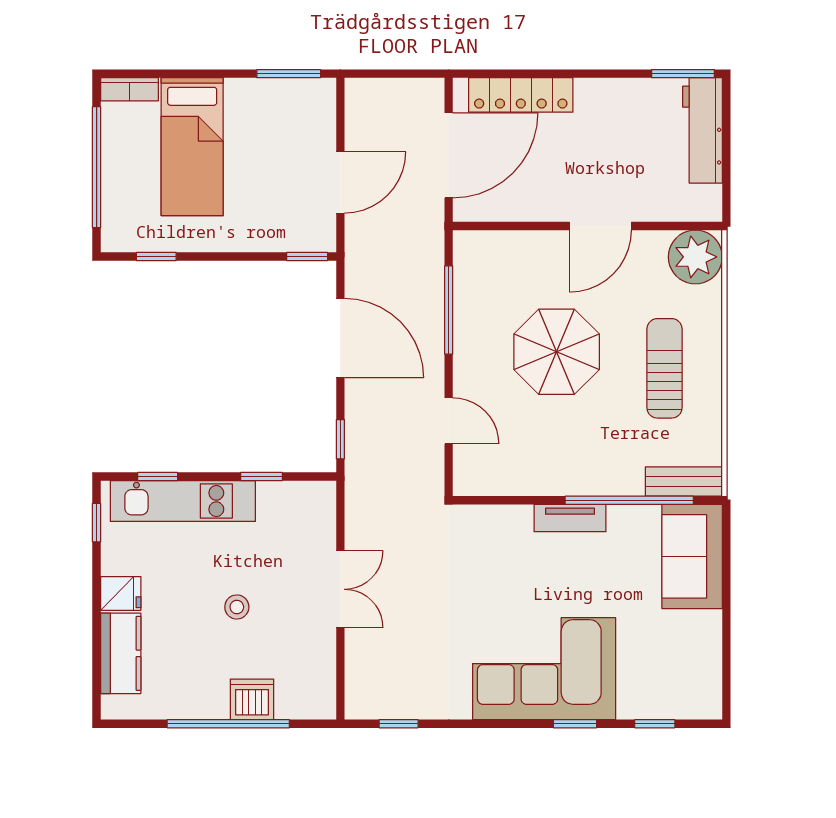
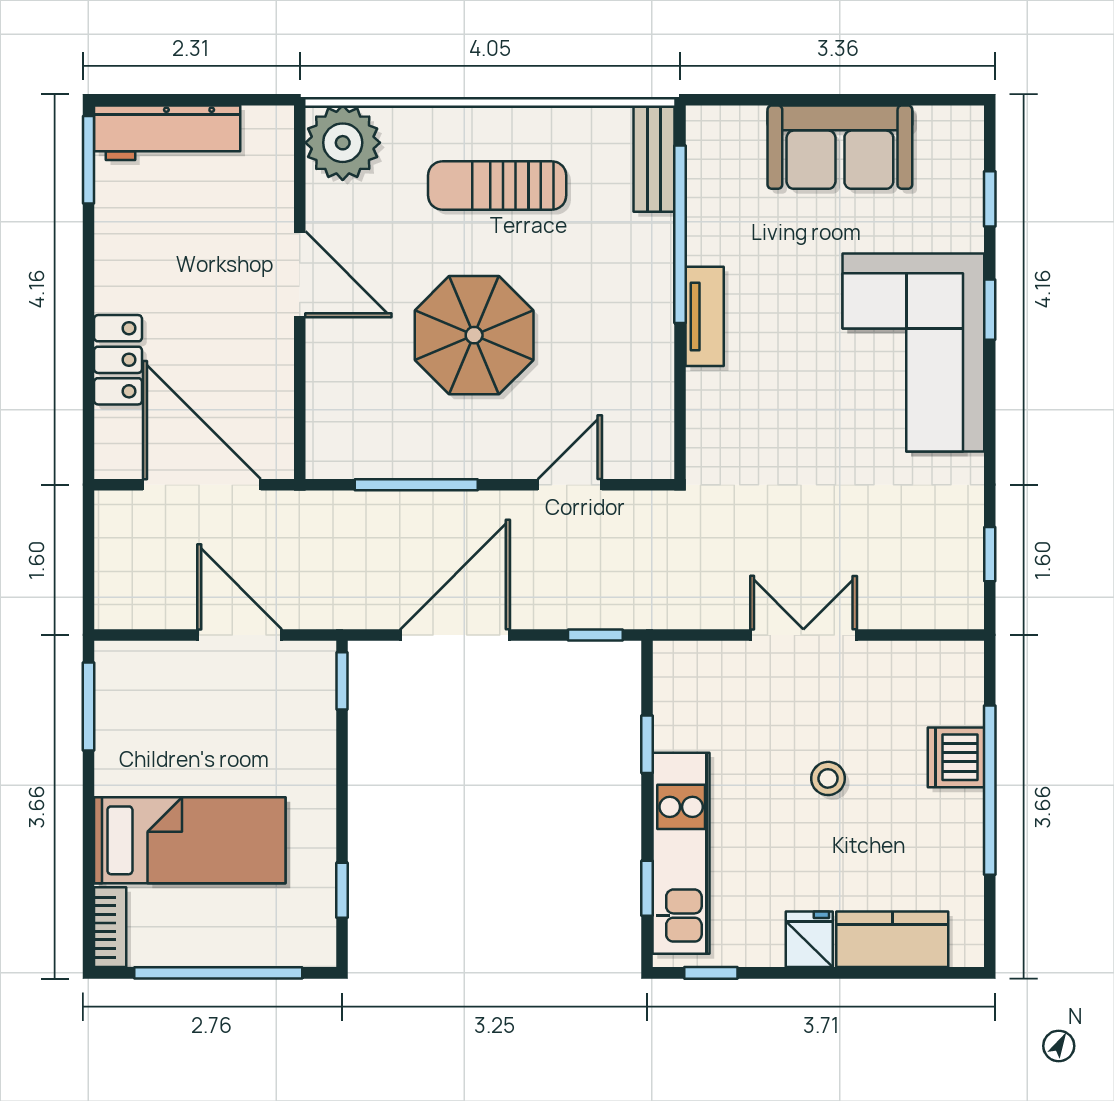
locker: (521, 95) -> (118, 360), width x0.66
sofa: (692, 556) -> (840, 147), moved

